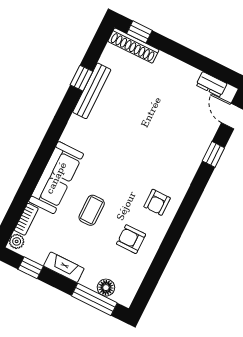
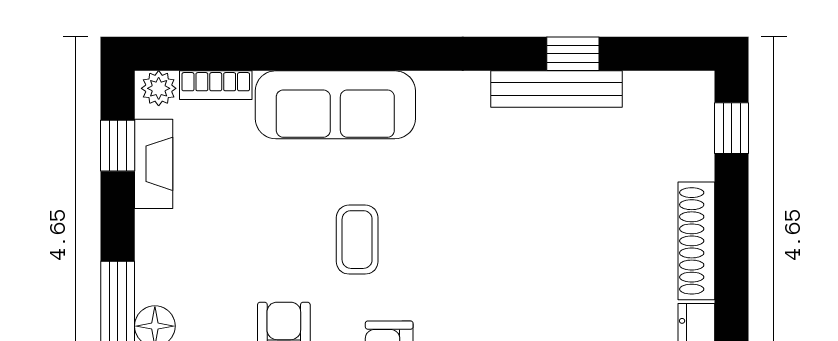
shoe rack: (133, 46) -> (696, 241), moved
coffee table: (92, 210) -> (357, 240), moved, turned 90
fireplace: (64, 267) -> (154, 164), moved

